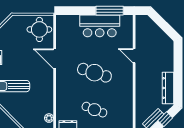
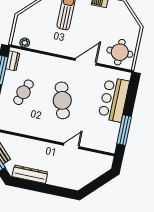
bar counter: (100, 26) -> (114, 100), moved
cafe table: (94, 73) -> (62, 100), turned -33

